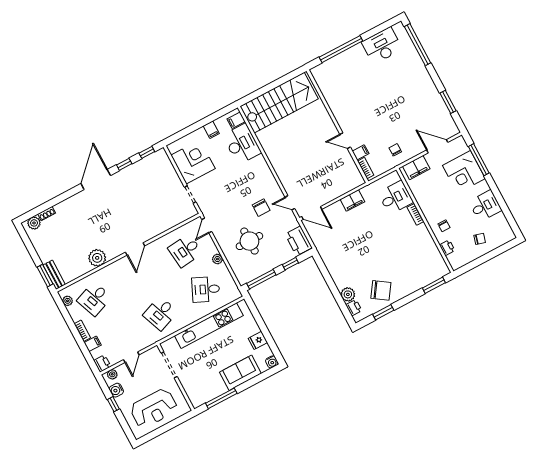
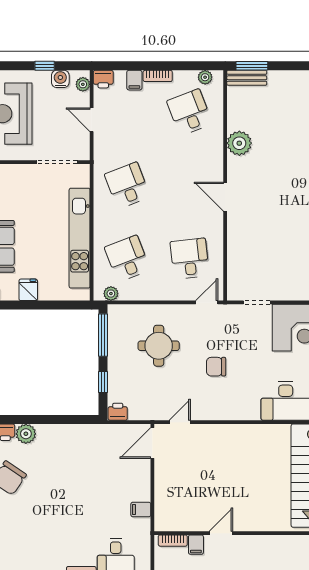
filing cabinet: (352, 201) -> (141, 510), width x0.50
chair: (261, 208) -> (216, 367), moved
door: (207, 226) -> (207, 302), hinge flipped
printer: (299, 241) -> (118, 412), width x0.53, depth x0.68
plant: (217, 259) -> (111, 294), moved
desk: (206, 289) -> (127, 259), turned -45

